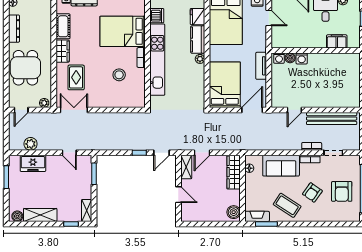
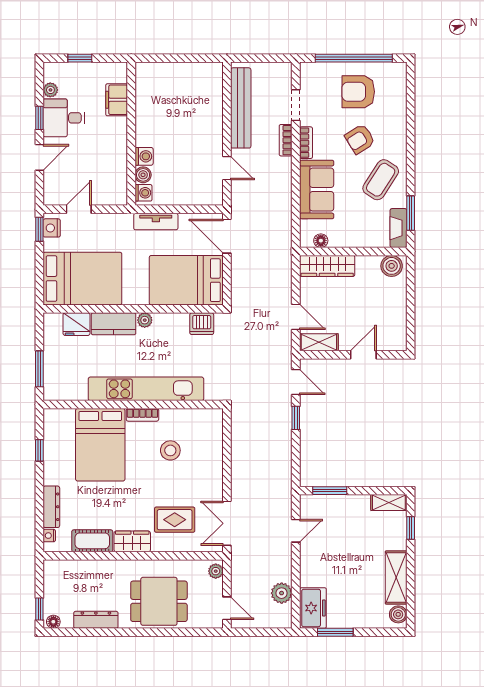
dishwasher: (157, 16) -> (202, 324), moved, turned 180
freezer: (33, 163) -> (313, 608), moved
armchair: (342, 191) -> (358, 92), turned 180
armchair: (312, 192) -> (360, 139), turned 113

